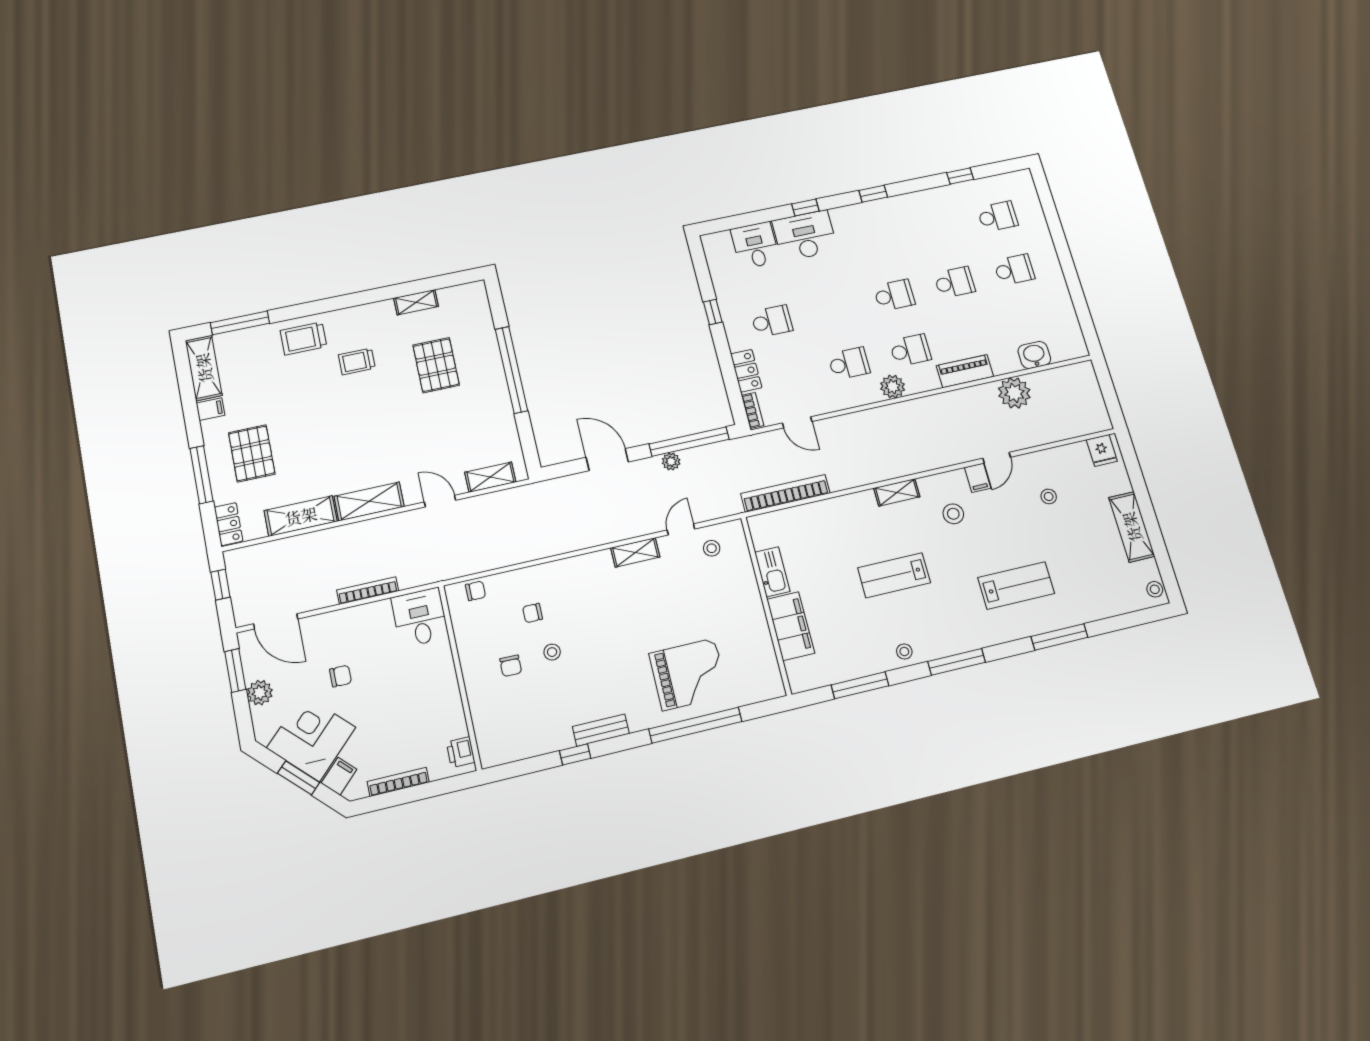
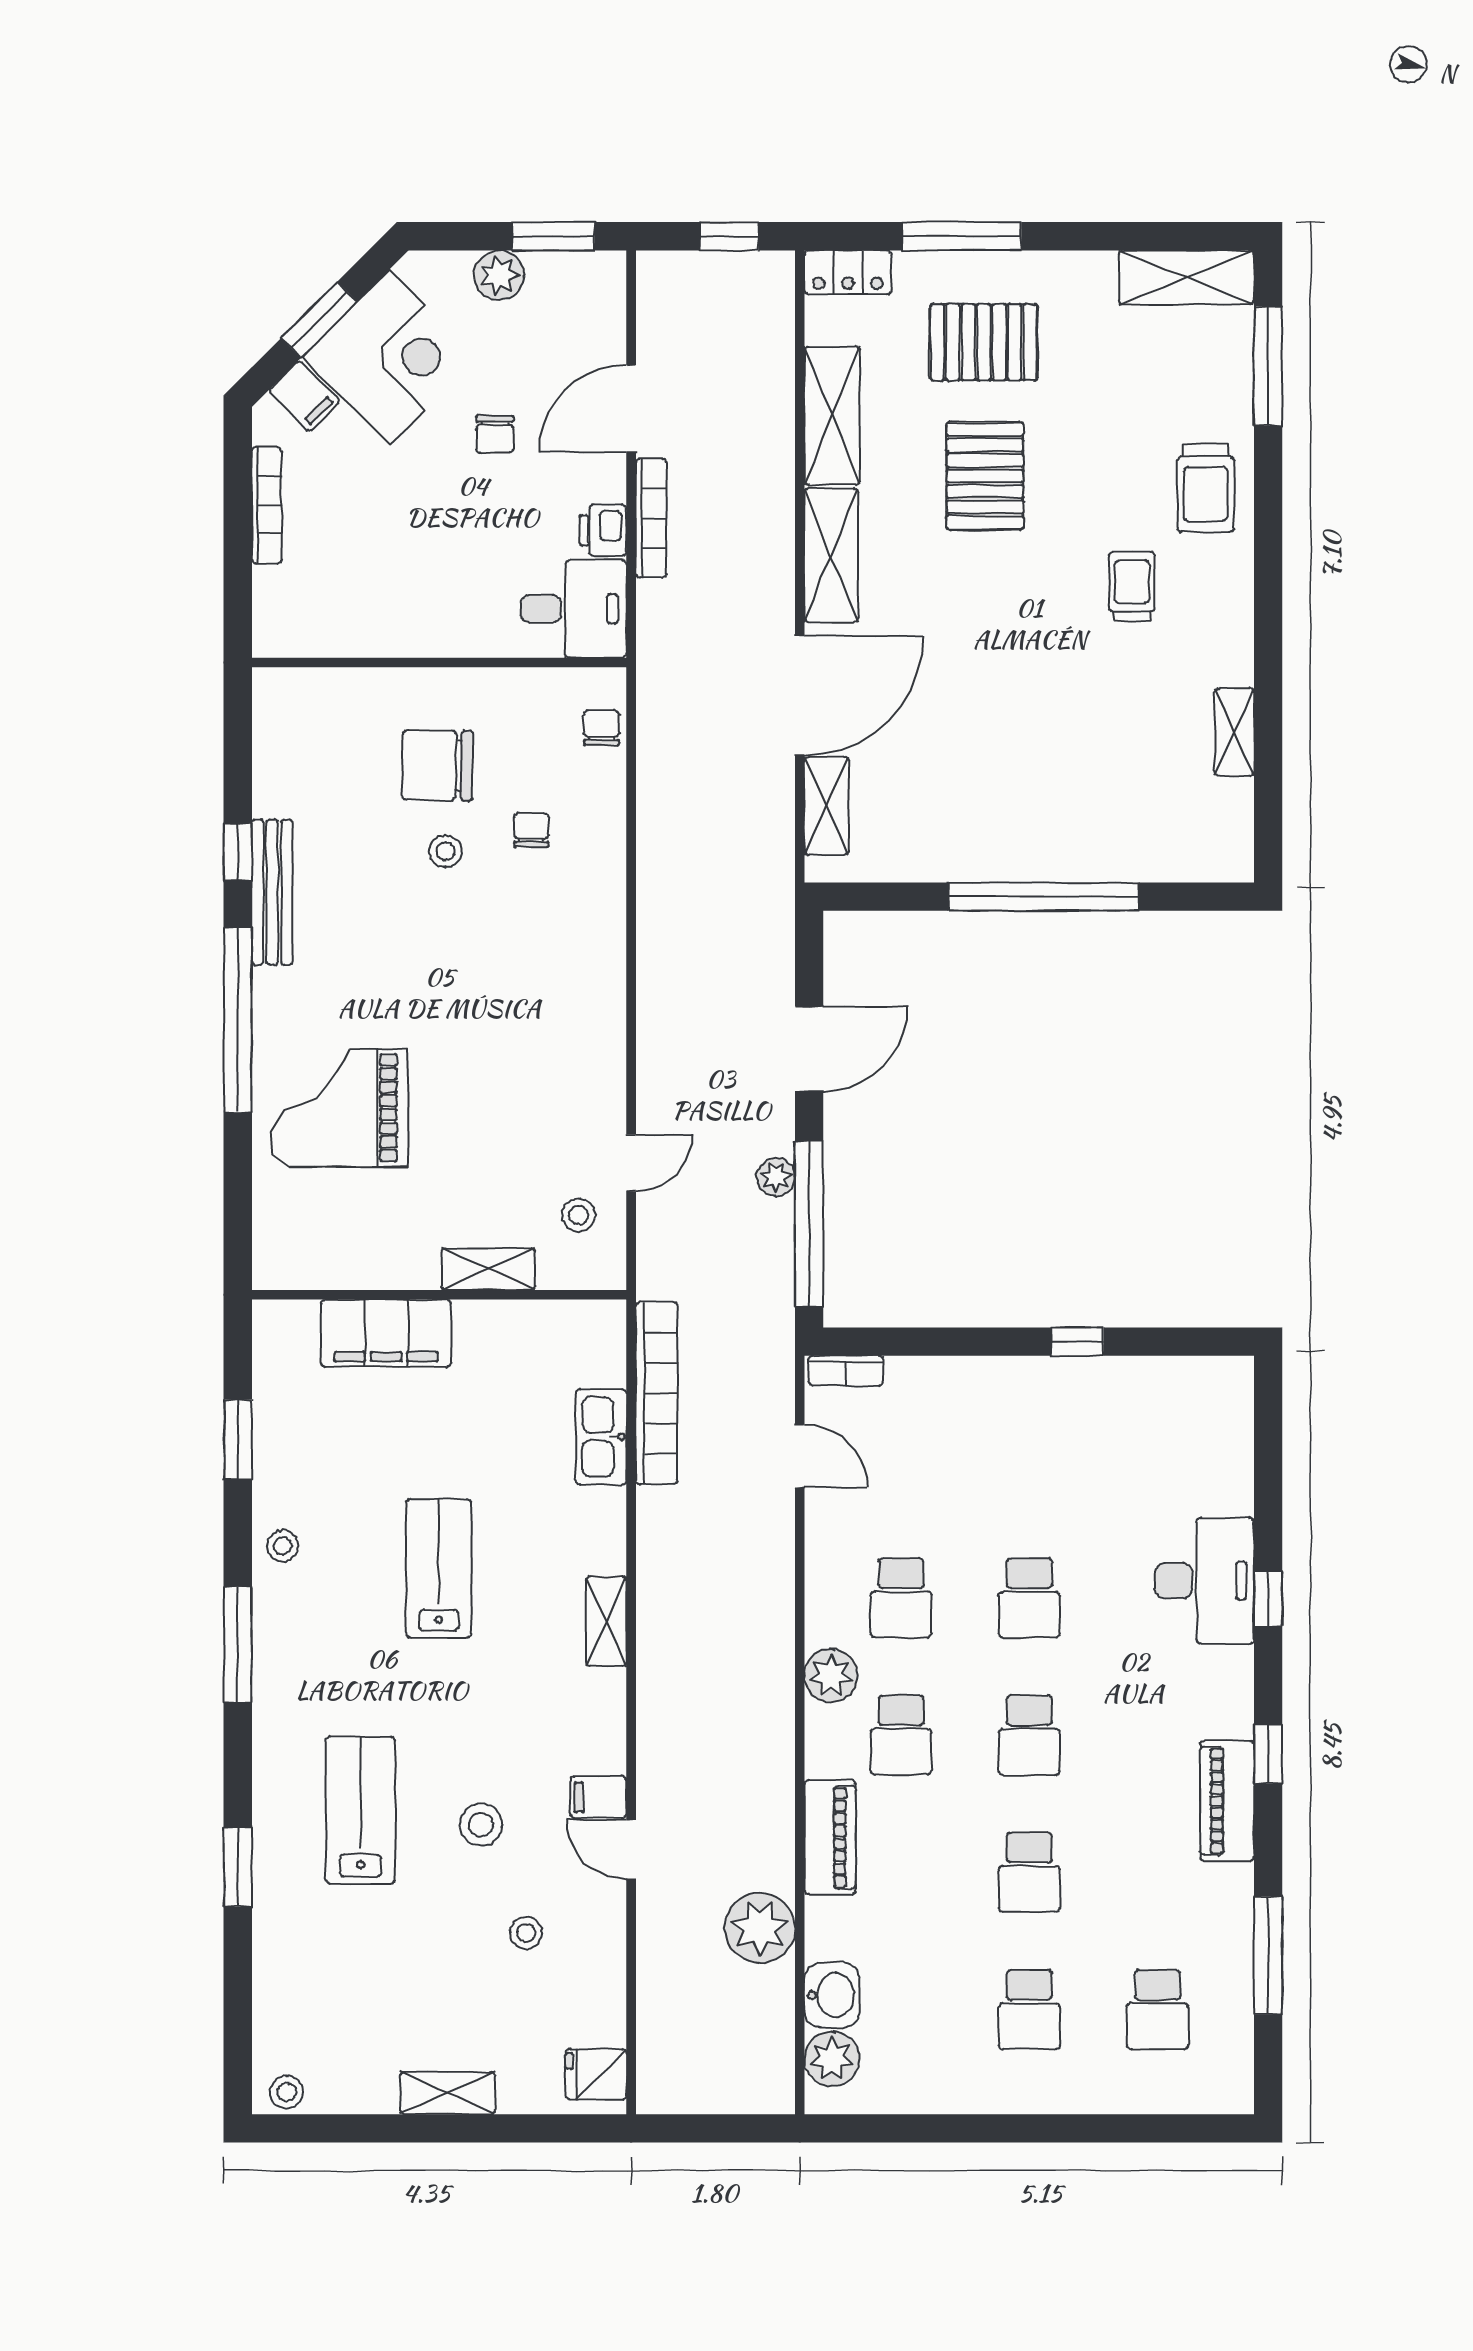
window: (960, 176) -> (1268, 1955), width x2.17
piano: (899, 206) -> (1227, 1801), added
desk: (755, 245) -> (1206, 1469), removed
school desk: (772, 321) -> (1029, 1598), moved
trolley: (303, 338) -> (1206, 488), turned 180
plant: (1062, 349) -> (832, 2059), added
pallet: (436, 365) -> (985, 476), moved, turned 90
locker: (746, 371) -> (933, 1379), removed
filing cabinet: (210, 409) -> (1095, 276), removed
door: (797, 422) -> (800, 1456), swing flipped
door: (440, 501) -> (800, 696), width x1.87
stool: (953, 514) -> (481, 1825), moved
shelving: (1132, 527) -> (448, 2093), width x0.67, depth x0.75
door: (681, 529) -> (631, 1163), hinge flipped
shelving: (635, 552) -> (488, 1269), moved, turned 90
kitchen sink: (772, 572) -> (601, 1437), moved, turned 90
lab bench: (1016, 585) -> (360, 1810), turned 180
chair: (475, 591) -> (602, 728), turned 180
door: (276, 621) -> (631, 409), moved
window: (1059, 637) -> (238, 1867), width x0.69
chair: (511, 666) -> (438, 765), width x1.87, depth x1.87
grand piano: (689, 674) -> (339, 1108), turned 90
window: (860, 685) -> (238, 1439), width x0.69
window: (695, 725) -> (238, 1020), moved
bench: (601, 730) -> (272, 892), width x1.36
printer: (461, 752) -> (603, 530), moved, turned -90

